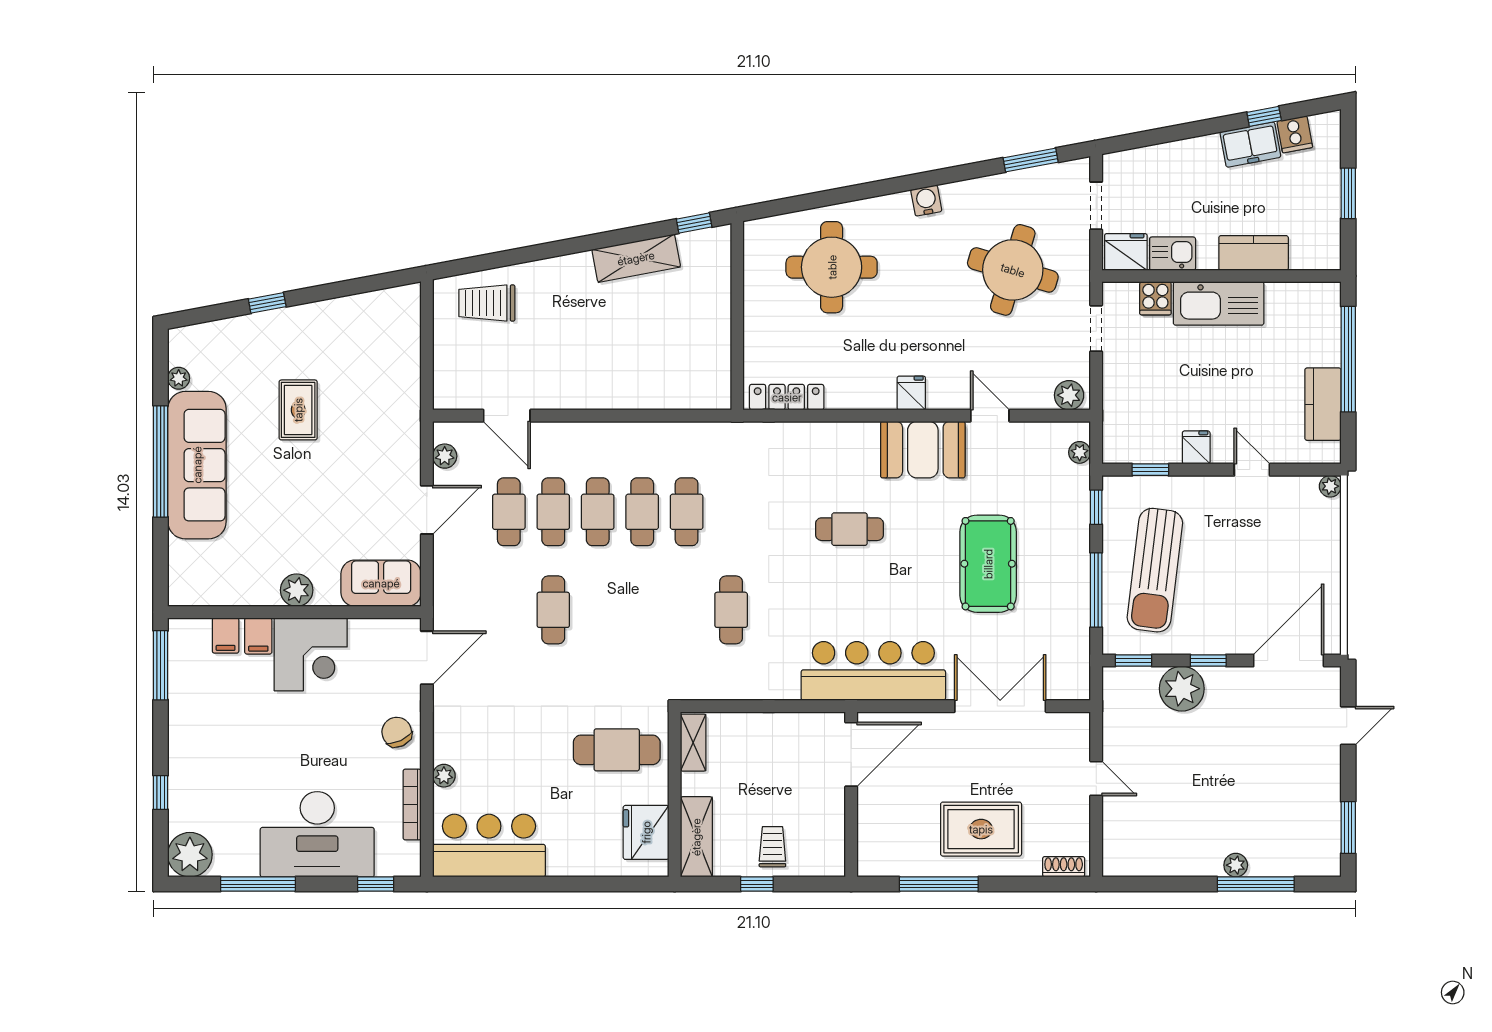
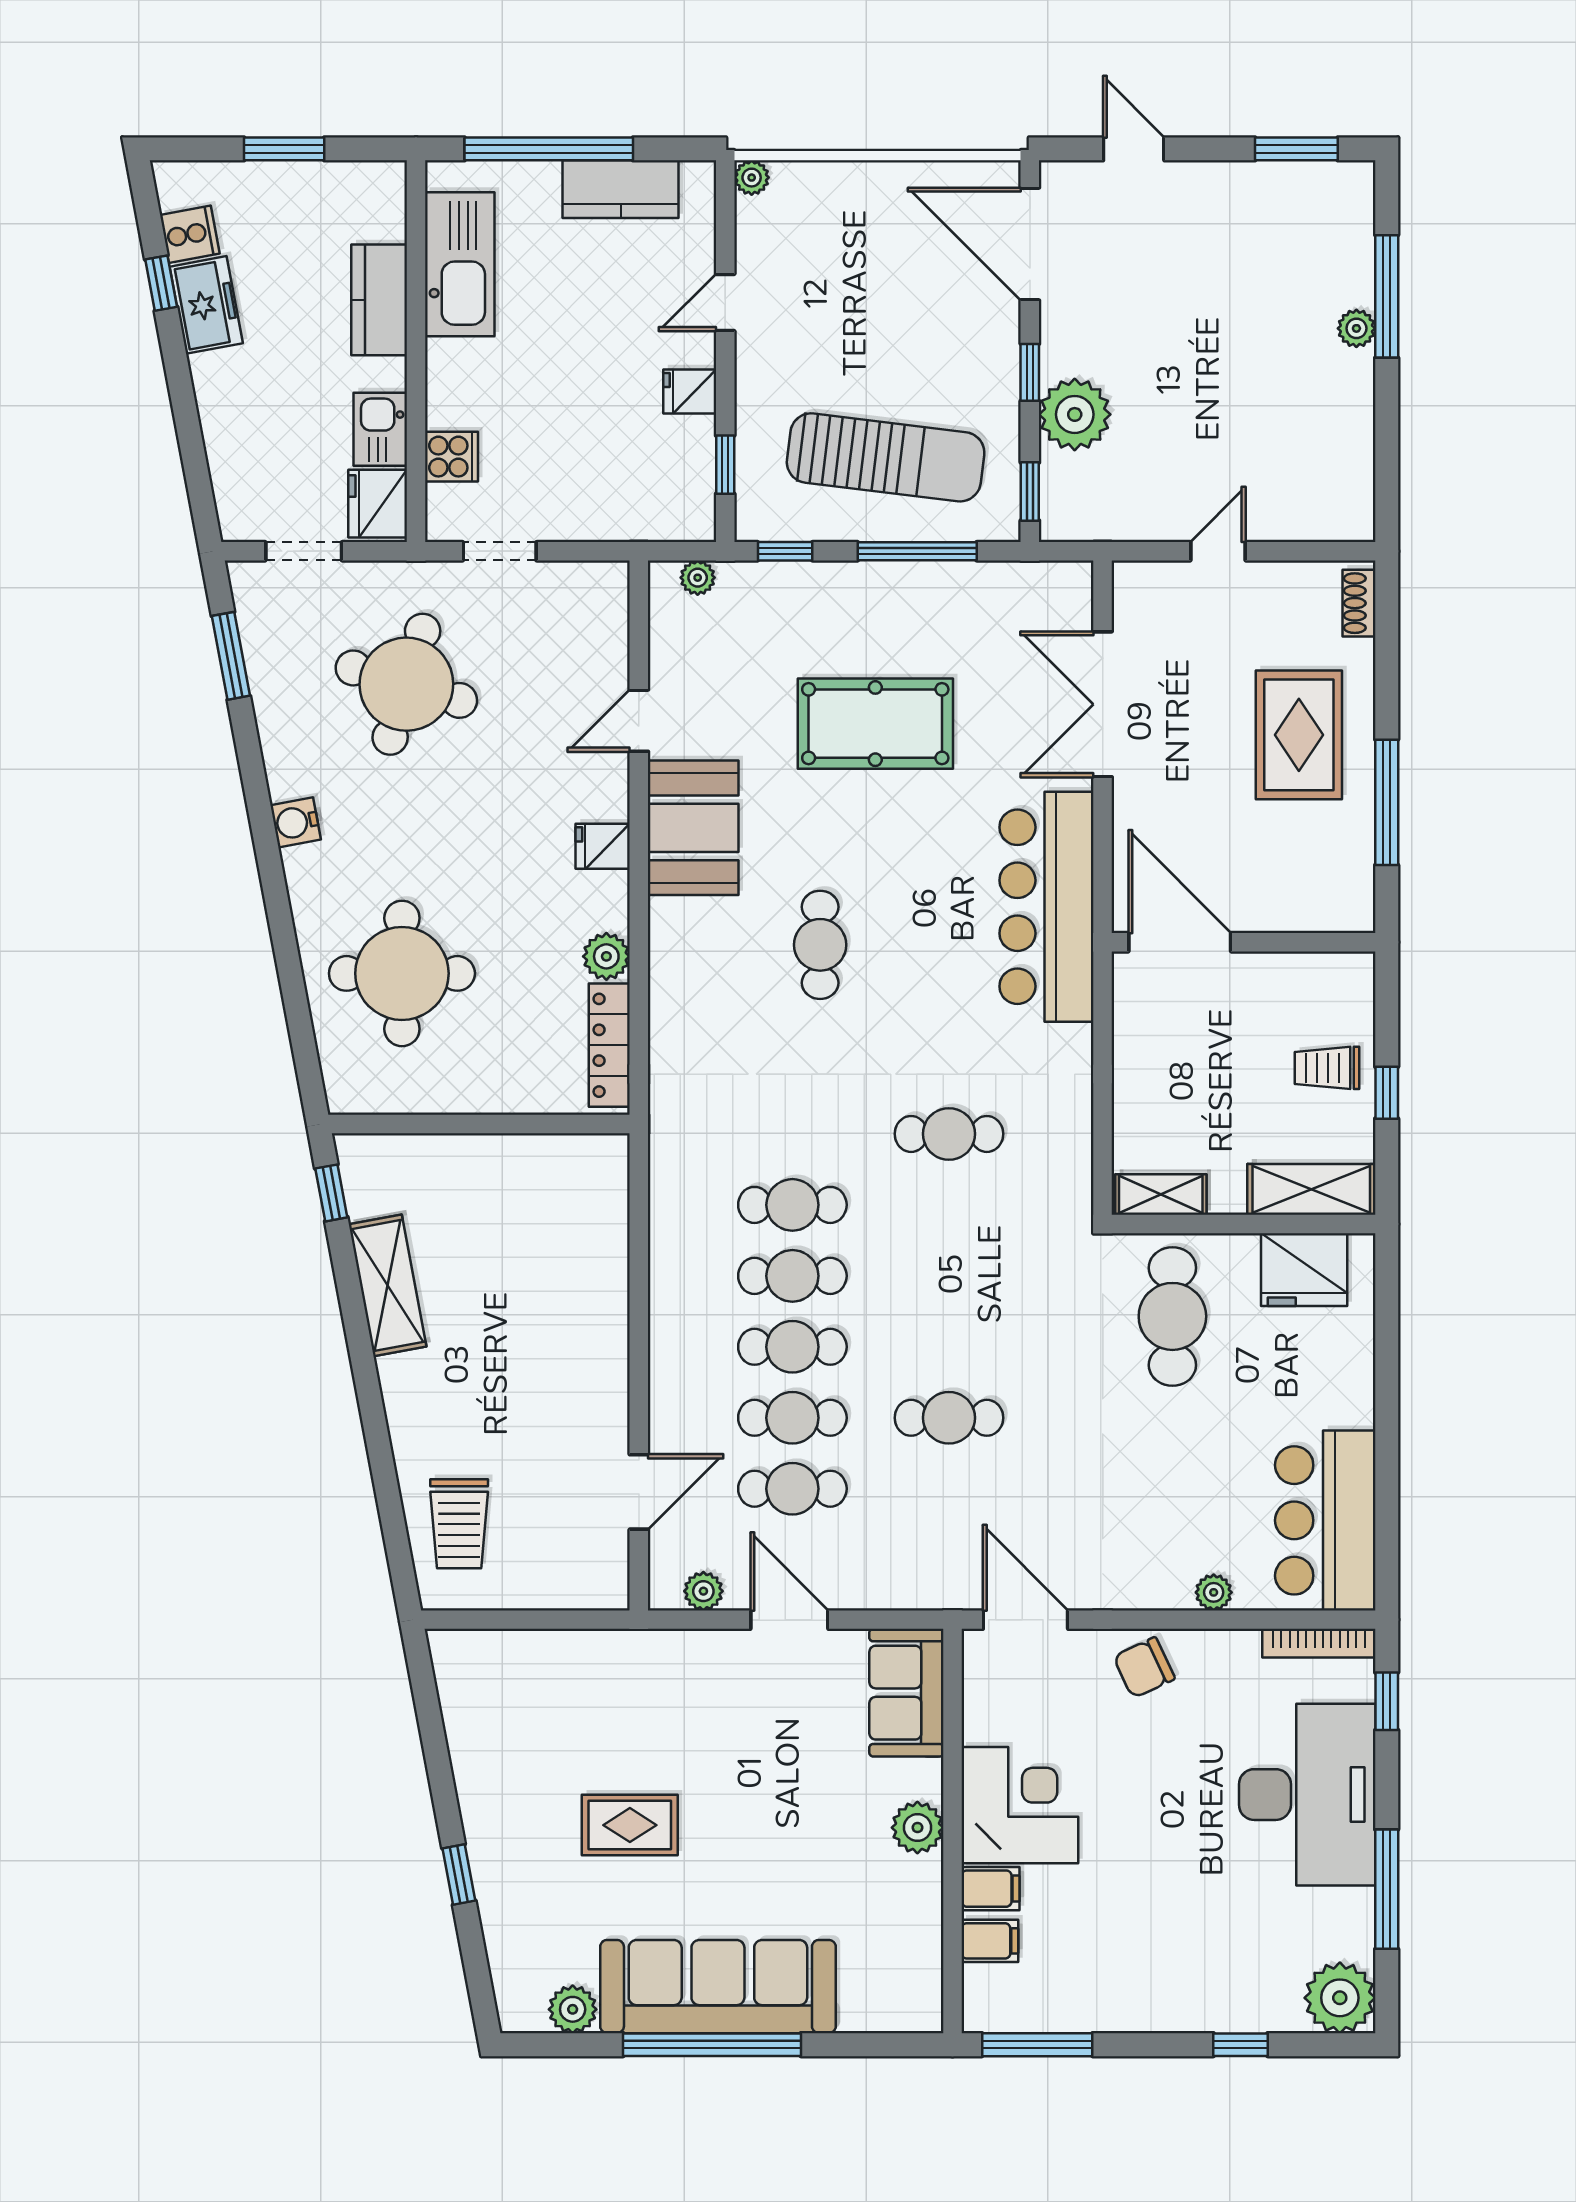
kitchen sink: (1219, 303) -> (460, 264), moved
plant: (179, 378) -> (573, 2009), width x1.38, depth x1.38
plant: (1069, 395) -> (606, 956), moved
bookcase: (412, 805) -> (1319, 1643), moved

